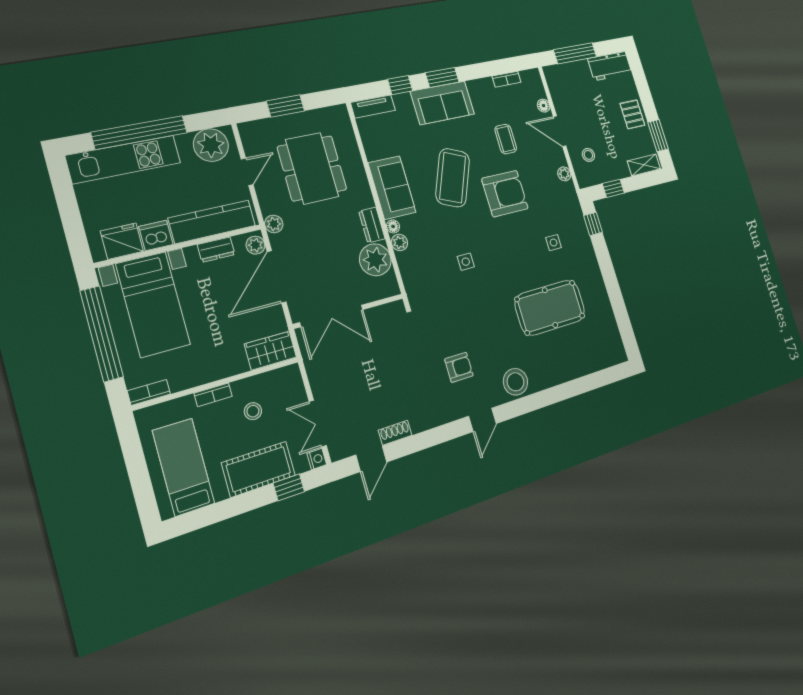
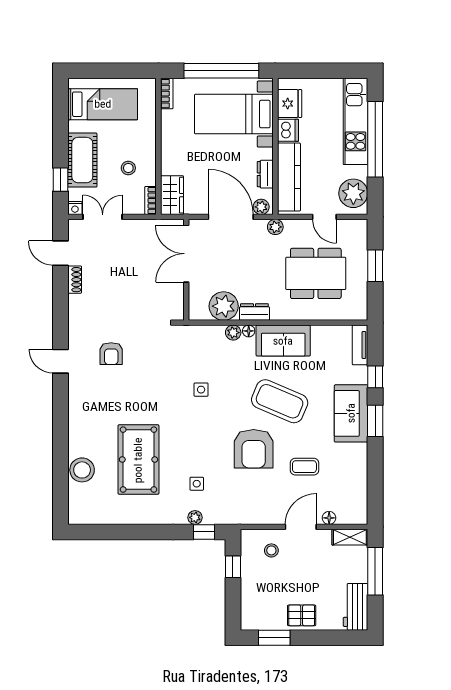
bookcase: (507, 79) -> (362, 487), removed
shelving: (644, 165) -> (350, 537), moved, turned 90
plant: (564, 174) -> (195, 517), moved
stool: (515, 382) -> (82, 470), moved
bookcase: (213, 395) -> (151, 201), moved

